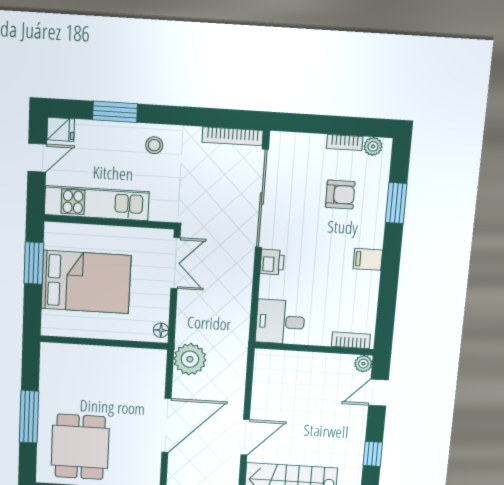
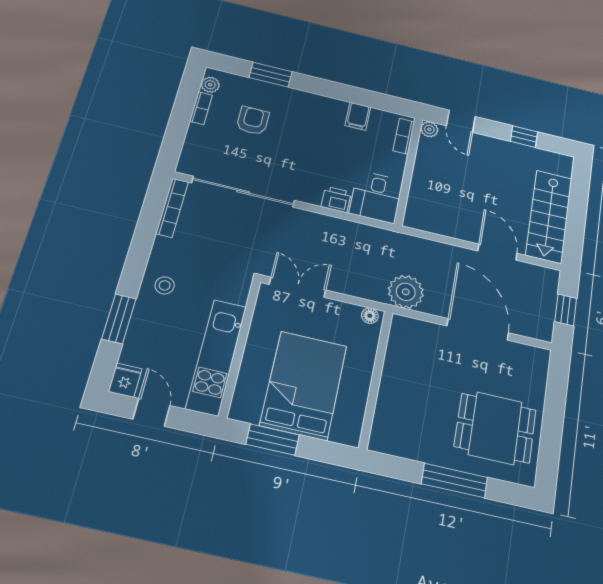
filing cabinet: (368, 259) -> (358, 116), moved
printer: (272, 262) -> (336, 199), moved

